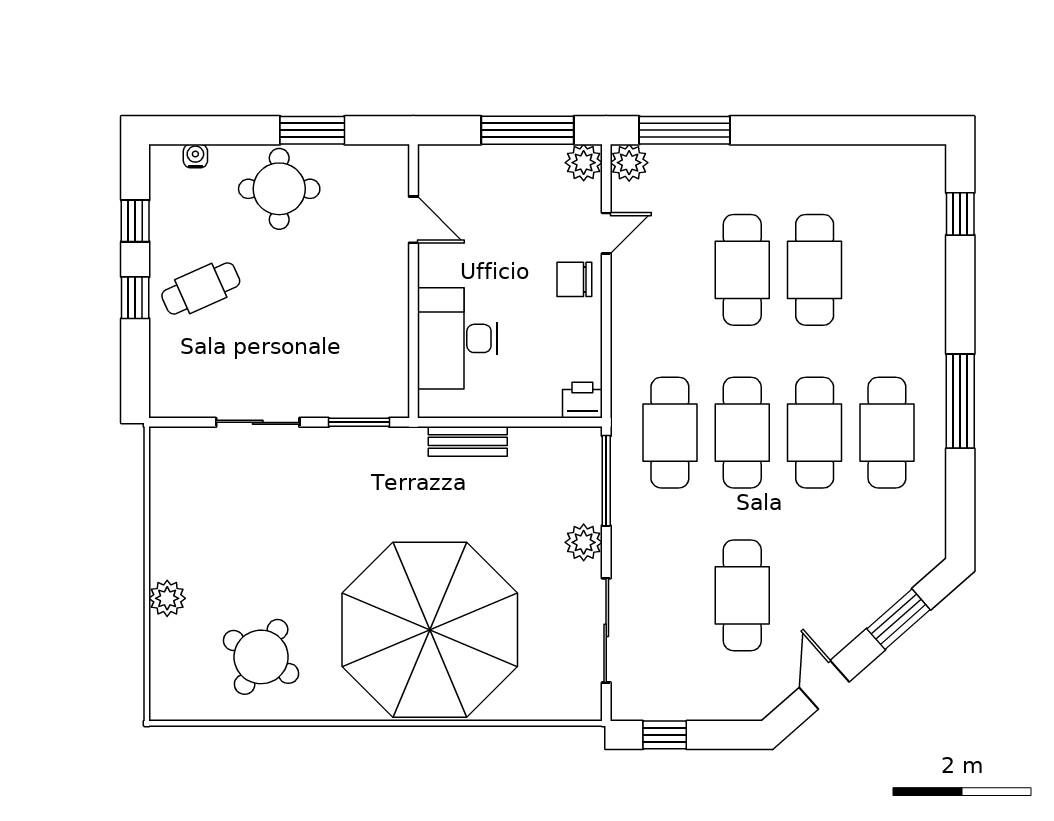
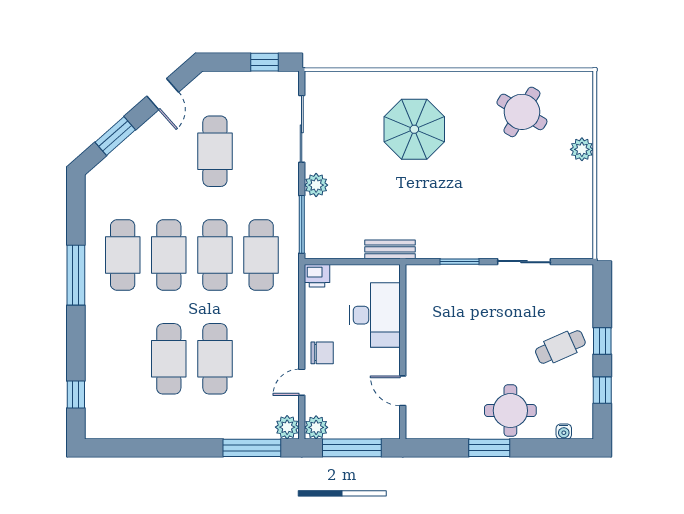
door: (413, 220) -> (403, 391), moved
wall: (413, 281) -> (403, 352), moved
desk: (457, 338) -> (375, 315), moved
parasol: (430, 630) -> (414, 129), width x0.54, depth x0.54

